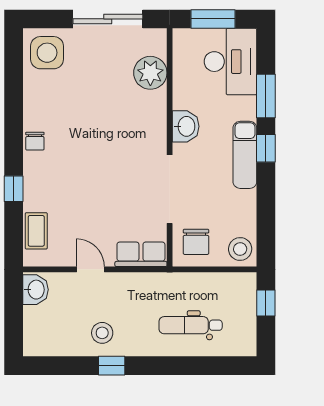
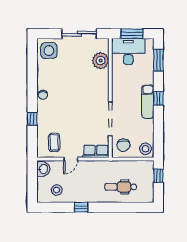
desk: (231, 62) -> (128, 51), moved, turned -90
window: (266, 96) -> (158, 60), moved
washbasin: (186, 126) -> (118, 87), removed
coffee table: (36, 231) -> (54, 142), moved
door: (90, 269) -> (71, 159), swing flipped
stool: (102, 333) -> (57, 190), moved

